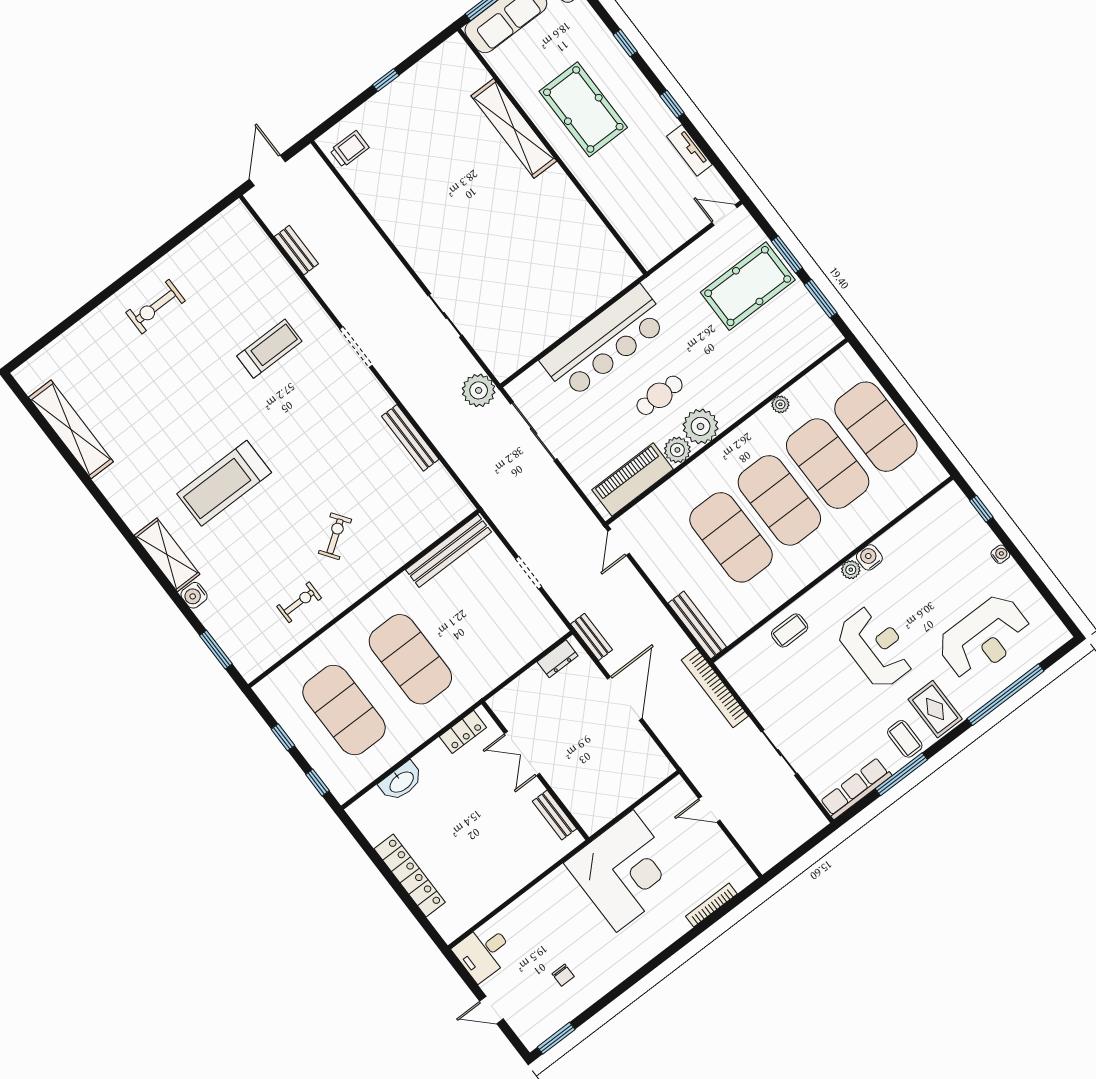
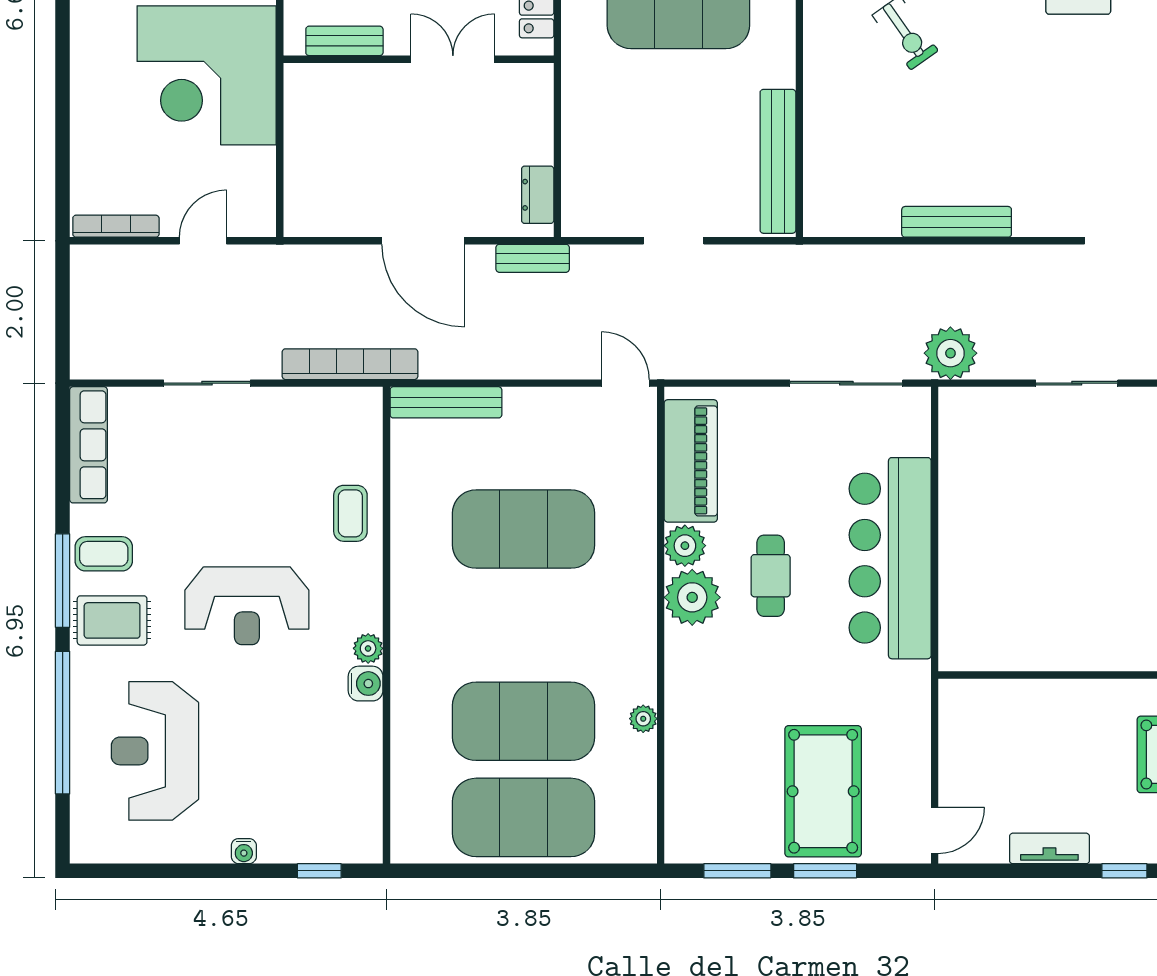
exercise mat: (779, 500) -> (524, 625), removed
window: (901, 774) -> (63, 581), moved
bookcase: (711, 905) -> (116, 226), moved, turned -90

